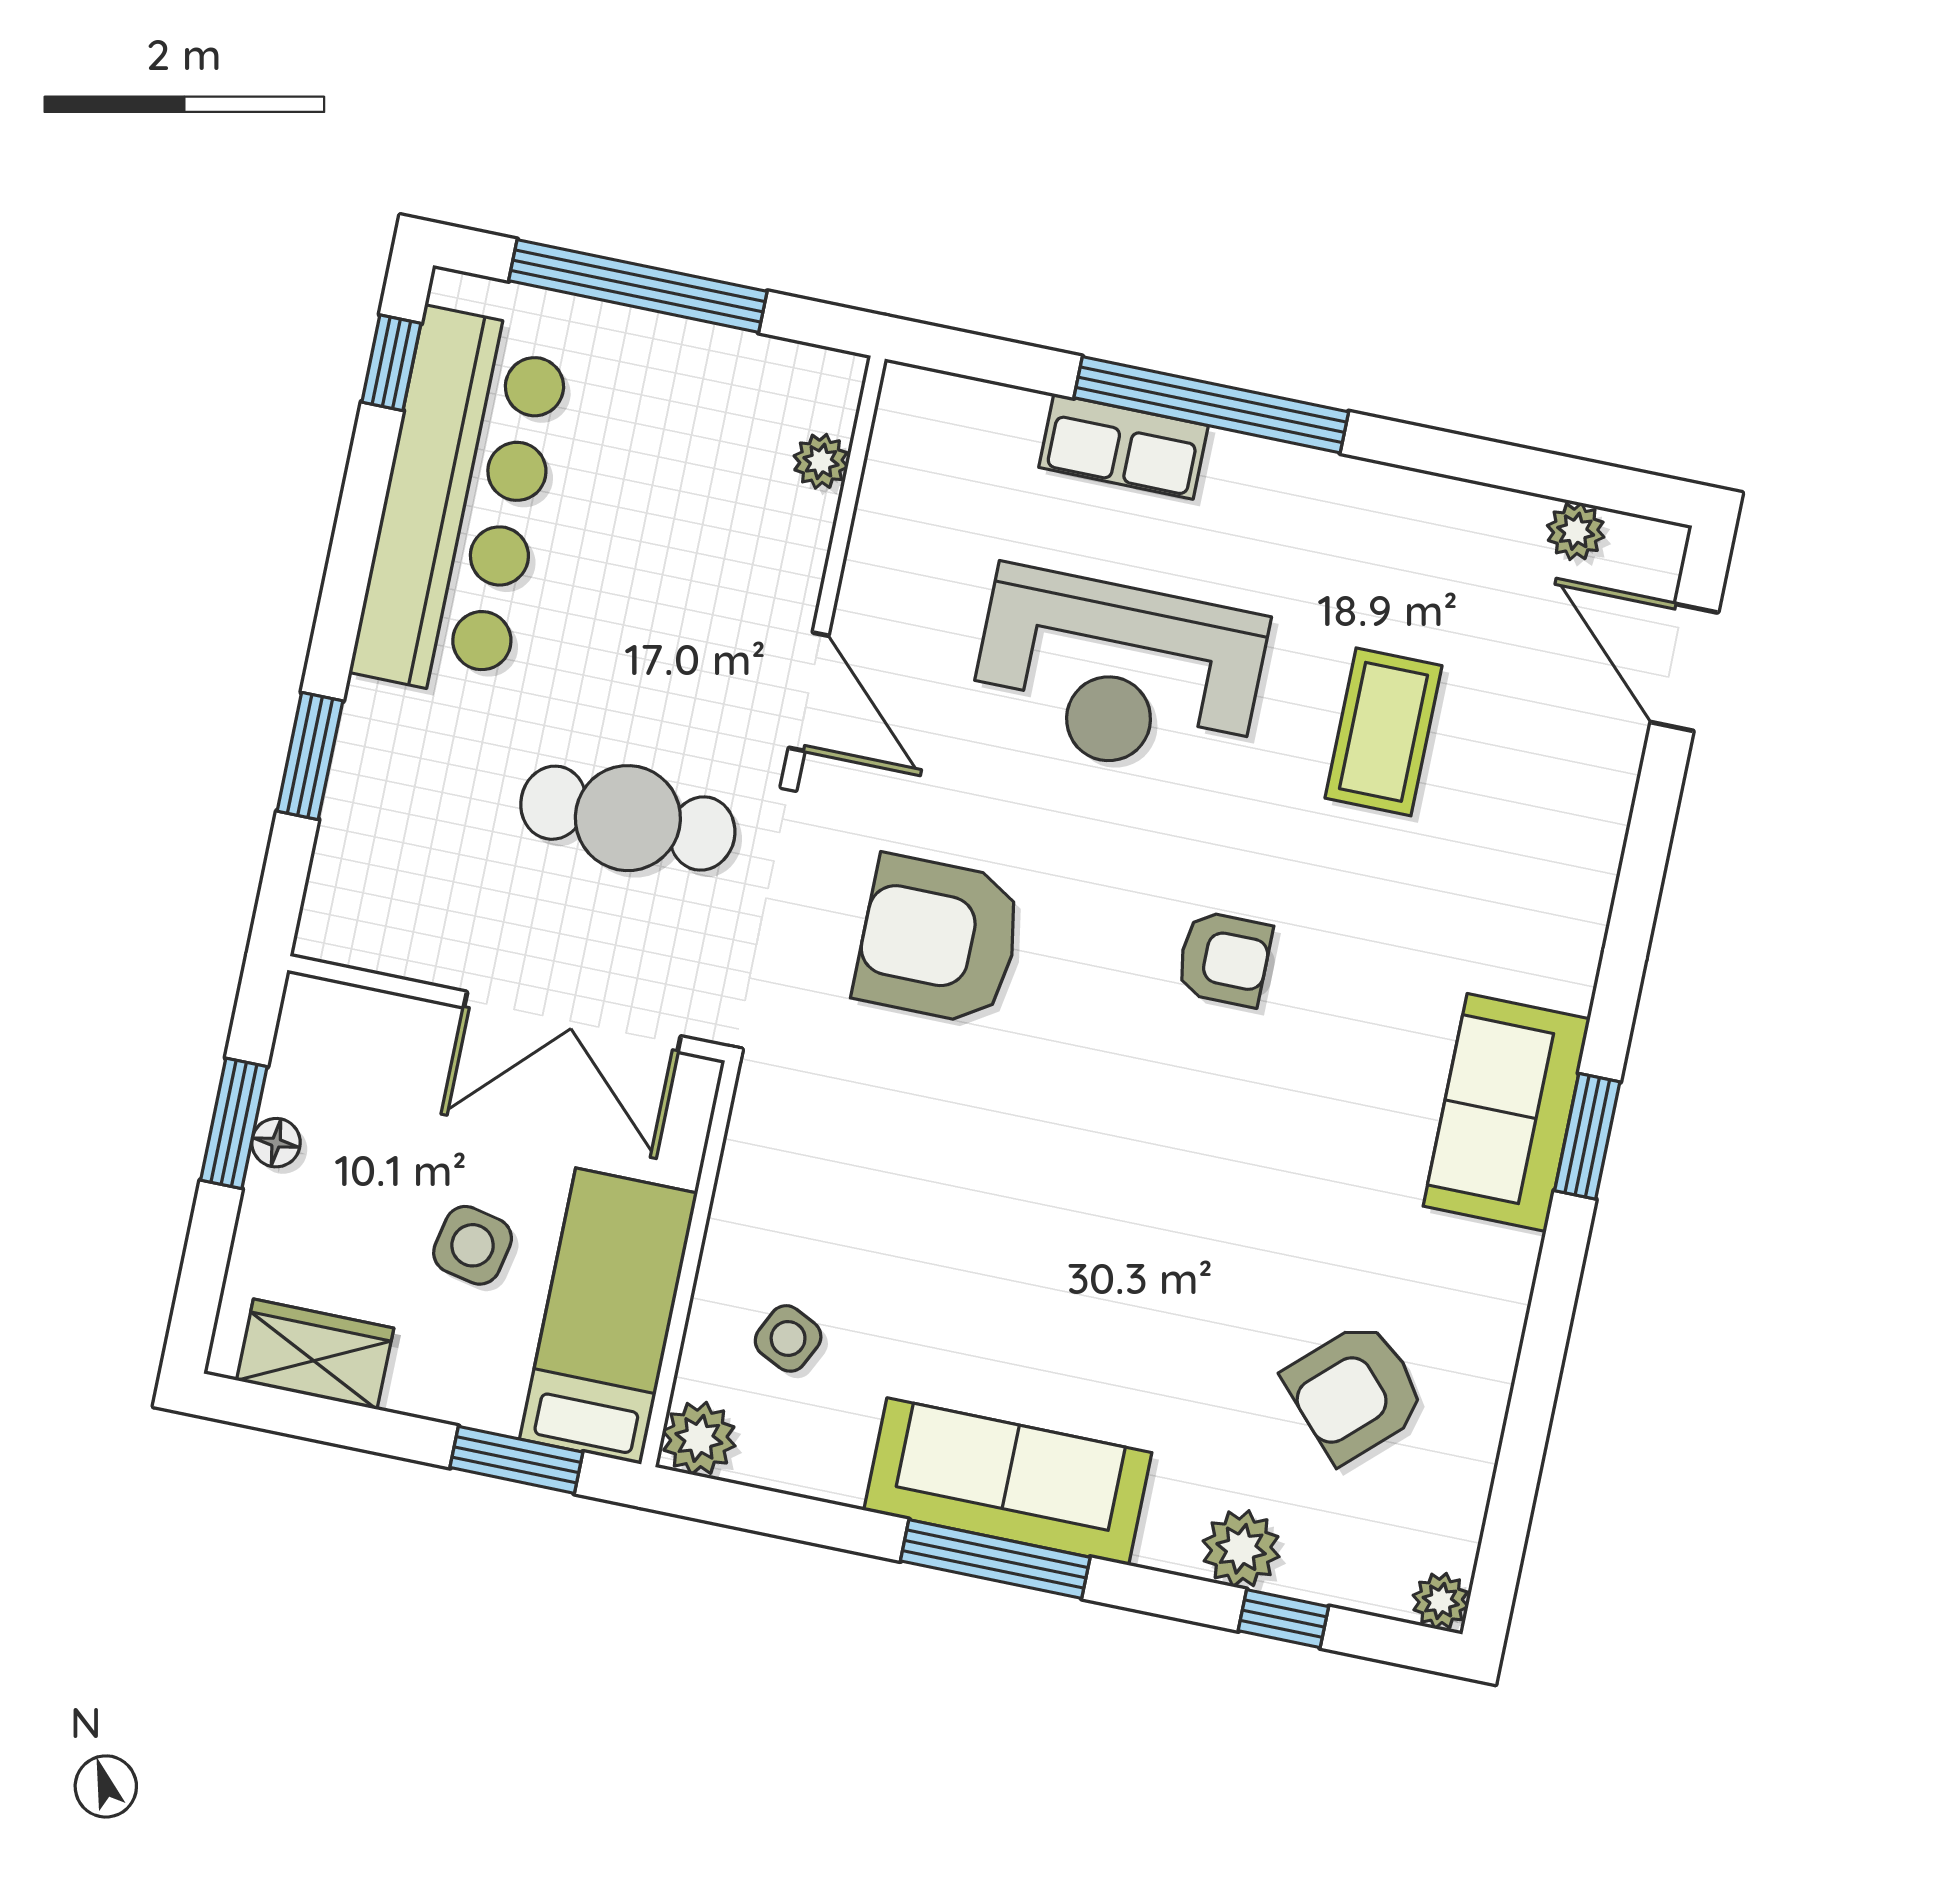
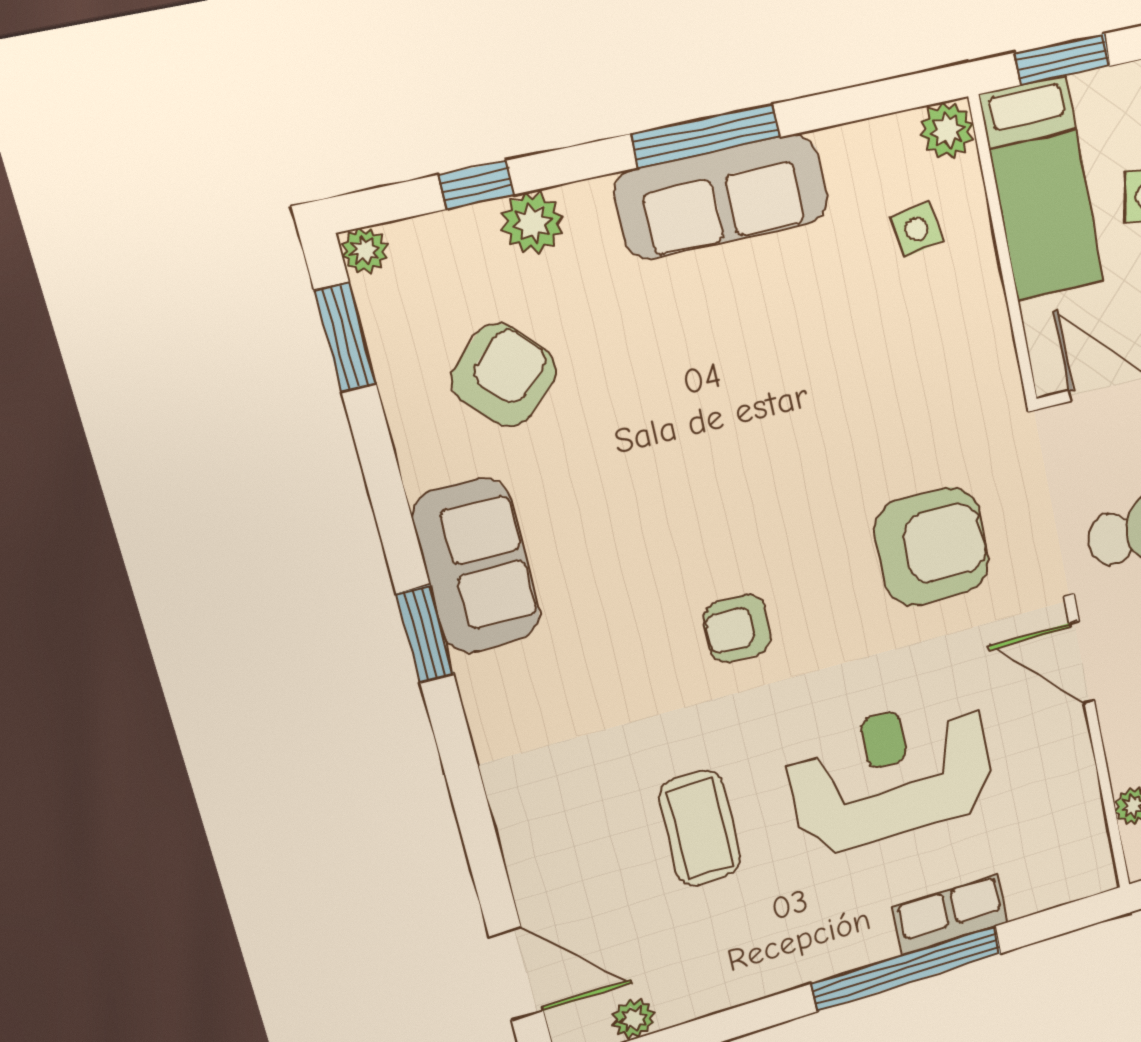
sofa: (1507, 1113) -> (476, 566), moved
side table: (788, 1338) -> (917, 229), turned -36
window: (1509, 1516) -> (345, 337), added

